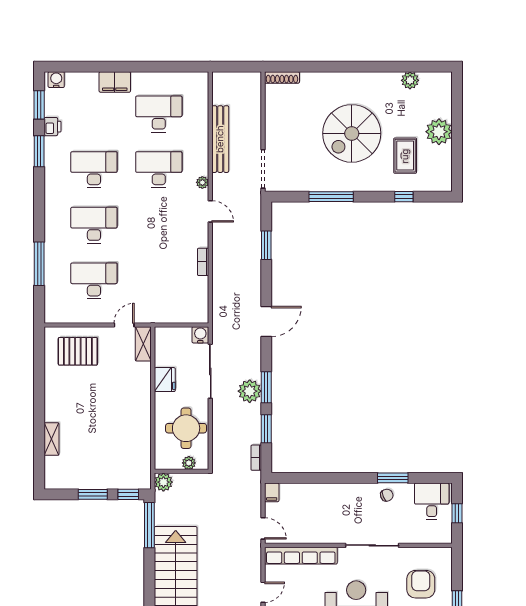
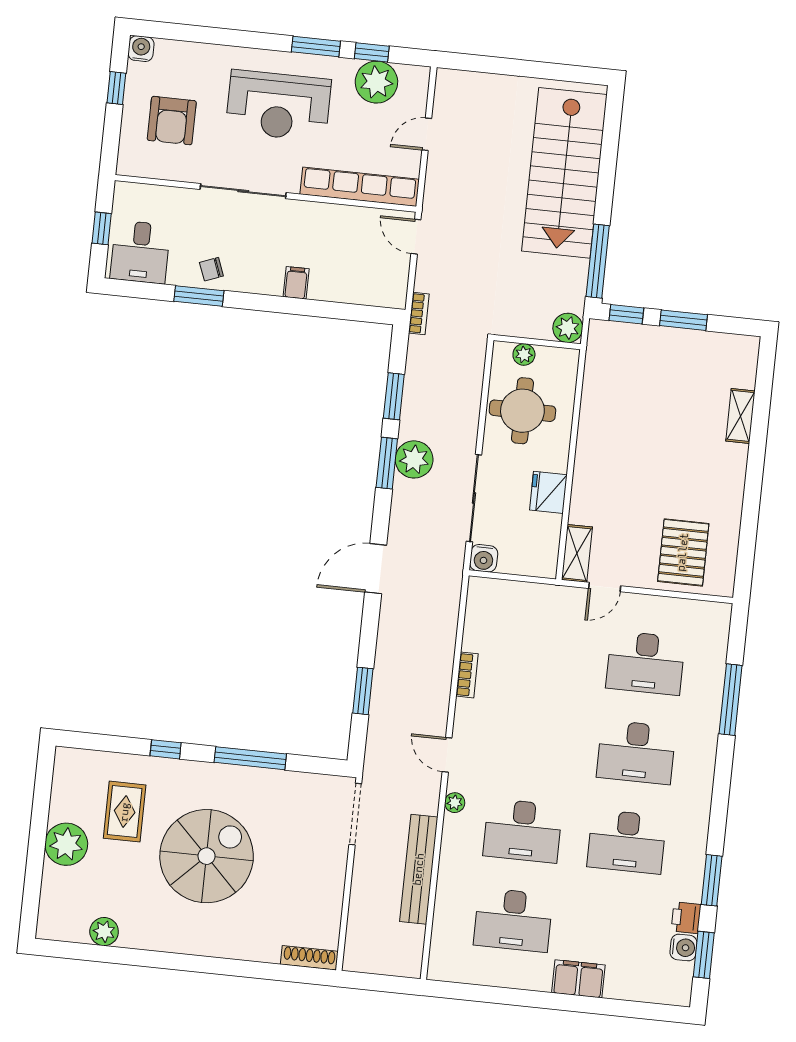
water cooler: (56, 80) -> (683, 948), moved, turned -90
window: (404, 197) -> (166, 749), moved
pallet: (78, 351) -> (683, 552), turned 90
bookcase: (256, 458) -> (419, 313), moved
filing cabinet: (272, 492) -> (296, 283), moved

